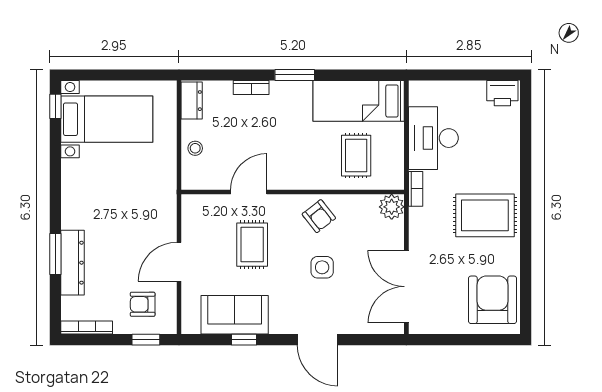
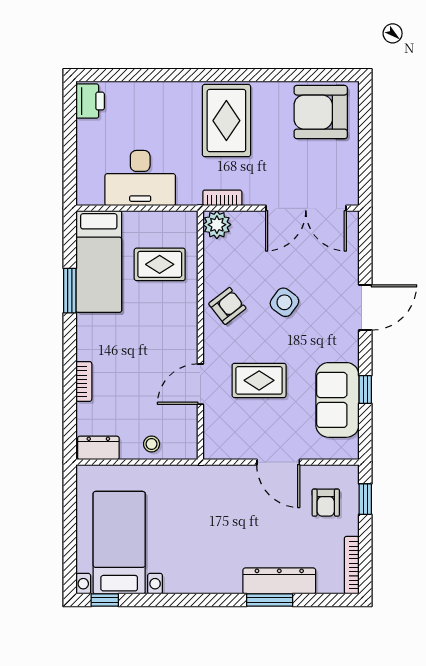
window: (295, 75) -> (70, 291), moved
bookcase: (416, 189) -> (222, 198), moved
door: (249, 192) -> (200, 384), hinge flipped
side table: (322, 267) -> (284, 302), turned 36

